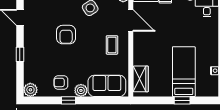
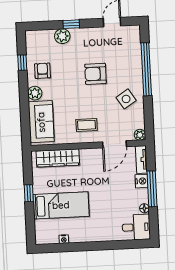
wardrobe: (141, 79) -> (58, 158), width x1.50
plant: (30, 90) -> (62, 36), moved
window: (68, 100) -> (22, 63), moved
window: (182, 100) -> (29, 193), moved

